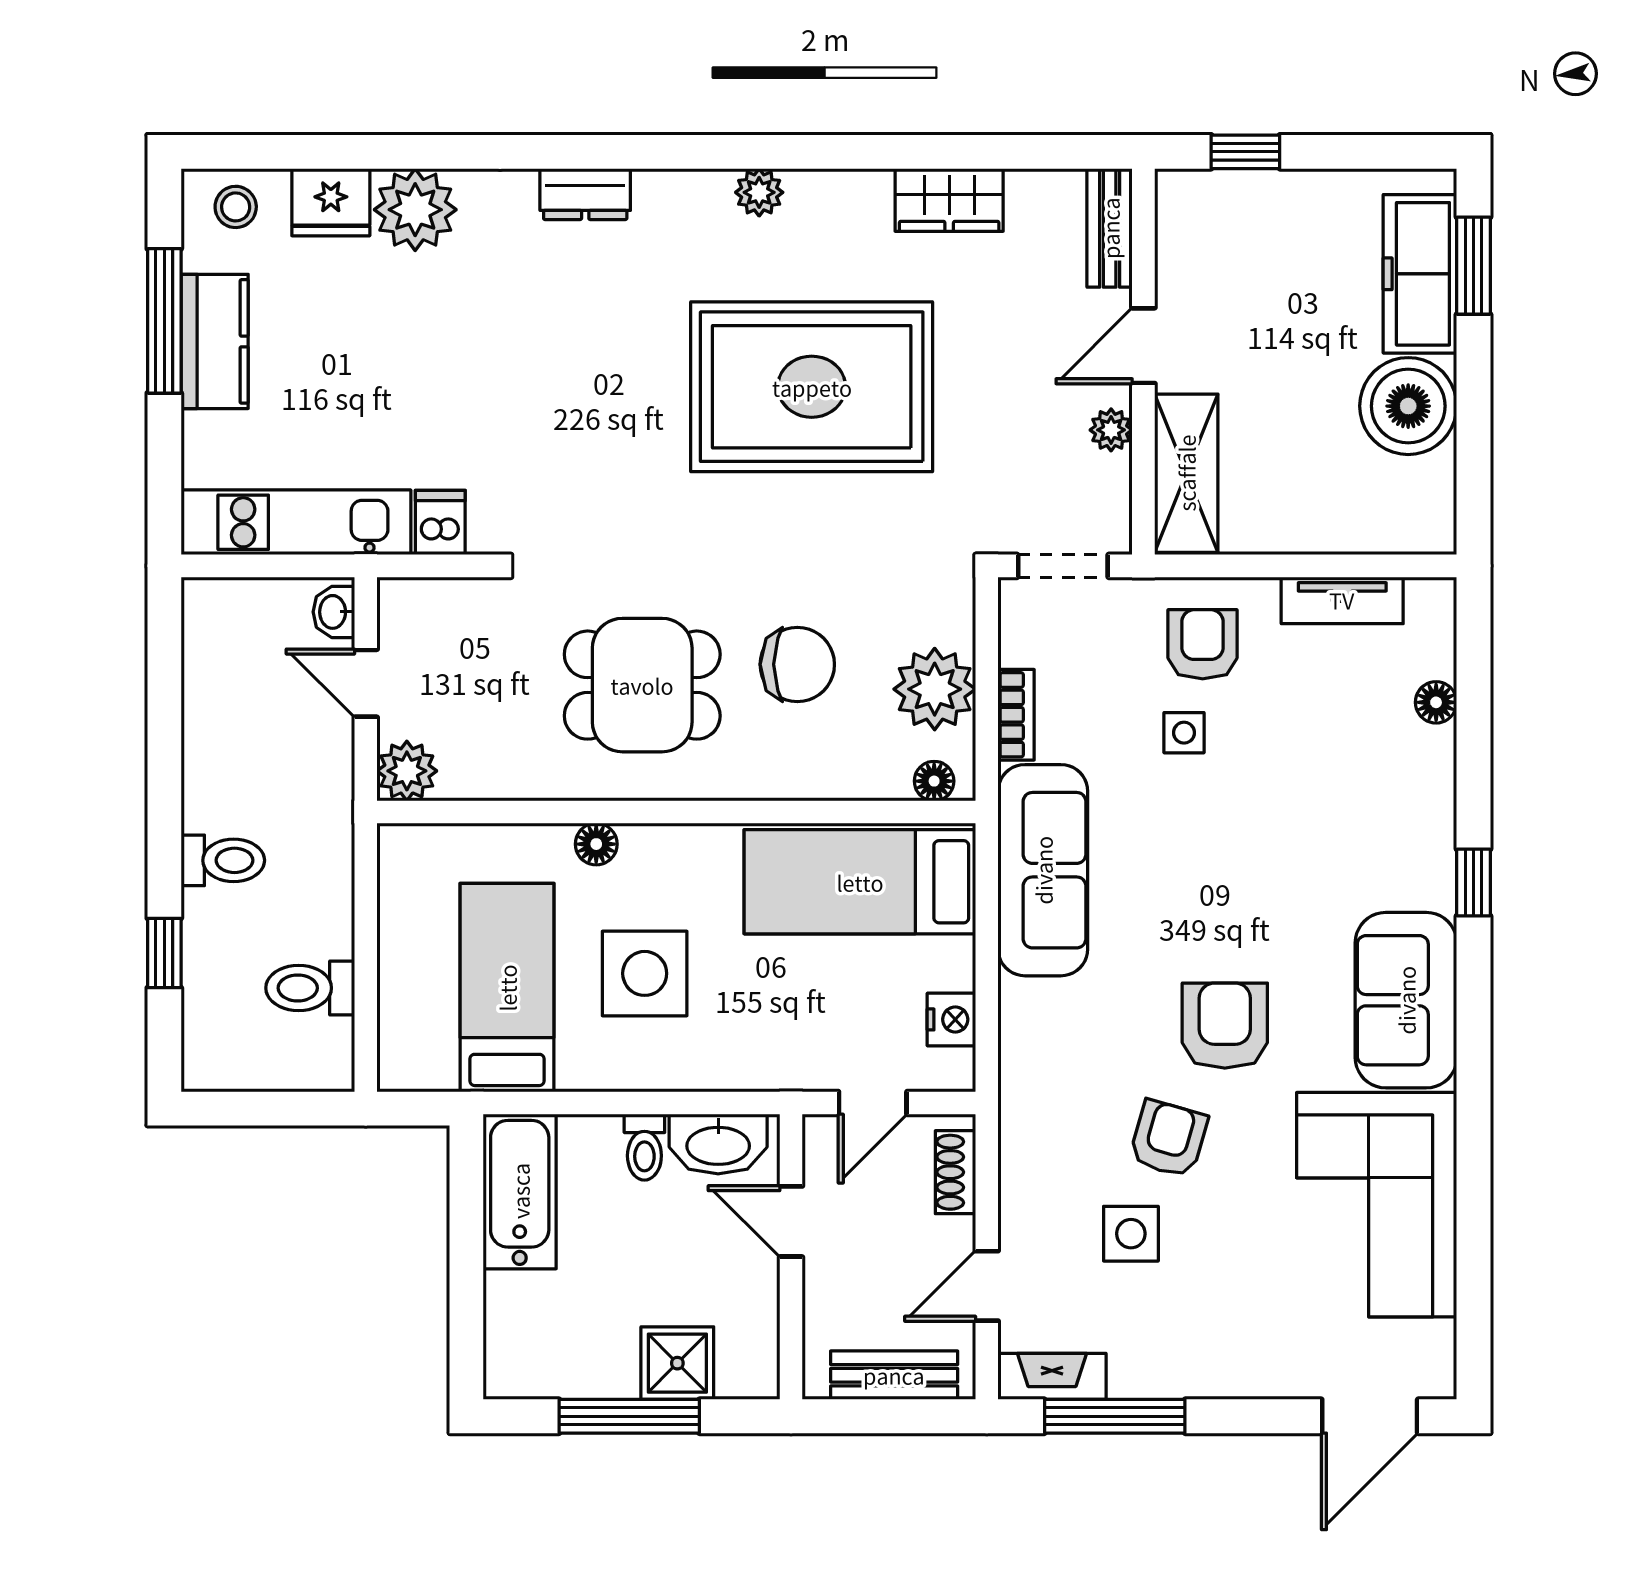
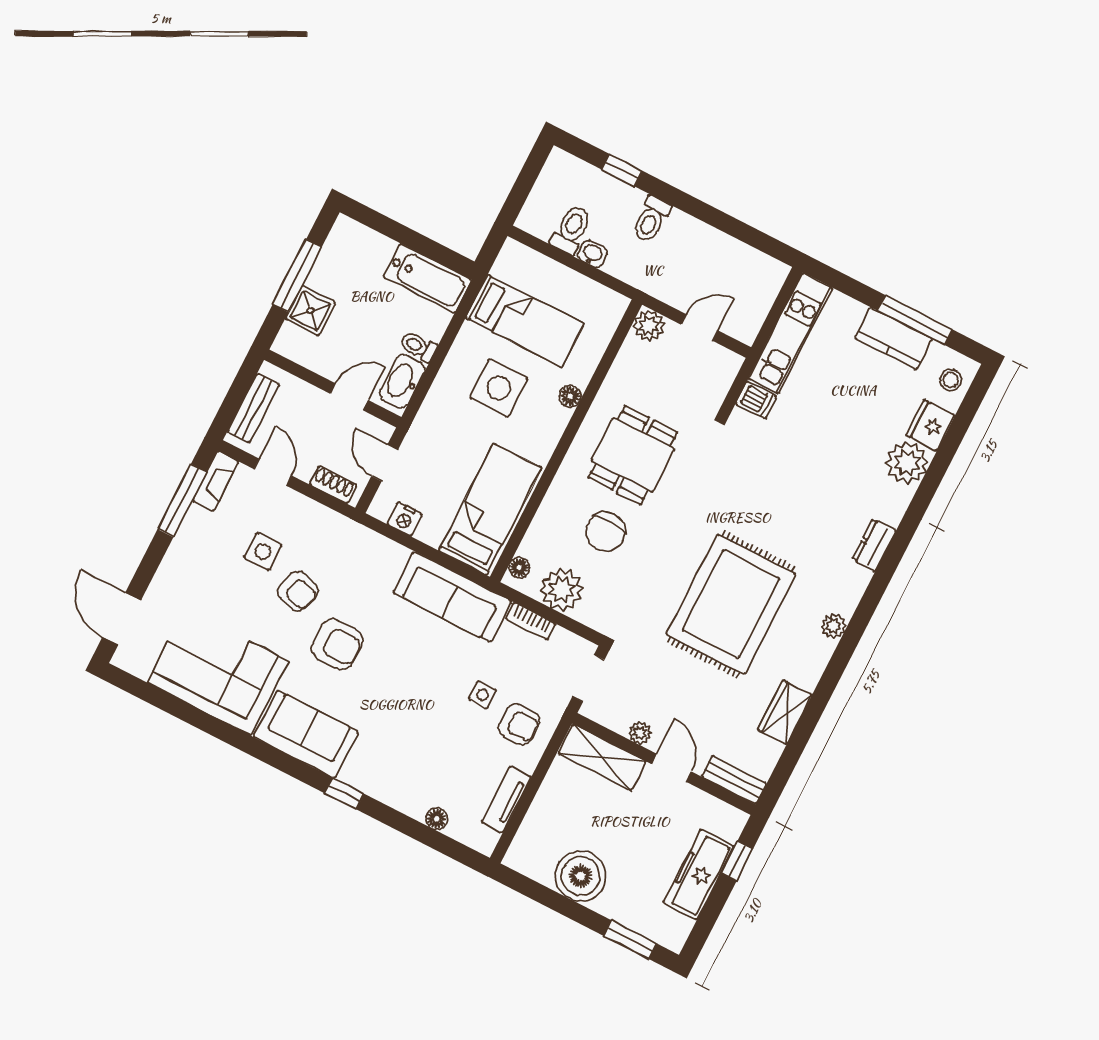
freezer: (1420, 274) -> (699, 875), moved, turned -90
washbasin: (334, 612) -> (592, 254), moved

